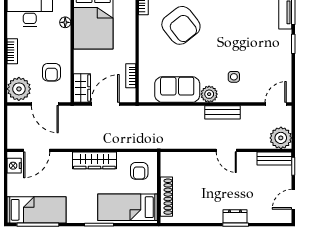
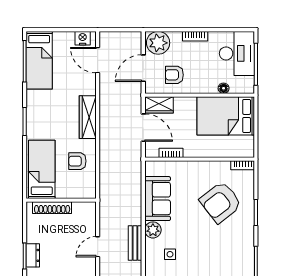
wall: (159, 187) -> (61, 200), moved
shoe rack: (166, 197) -> (52, 208), moved
bed: (128, 207) -> (42, 169), moved

